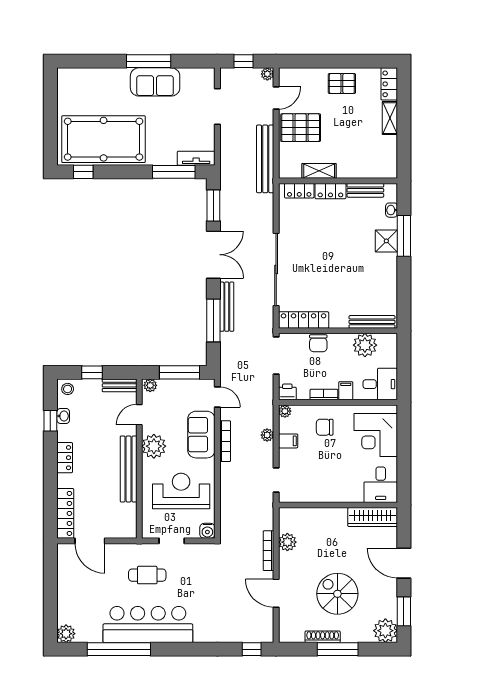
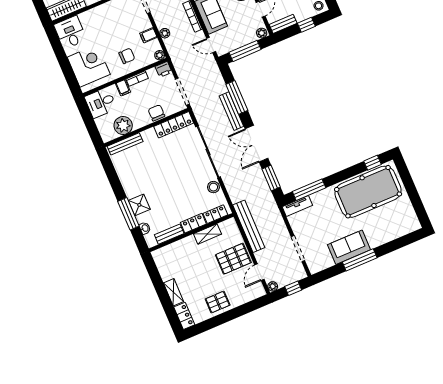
stool: (288, 224) -> (213, 187), added

